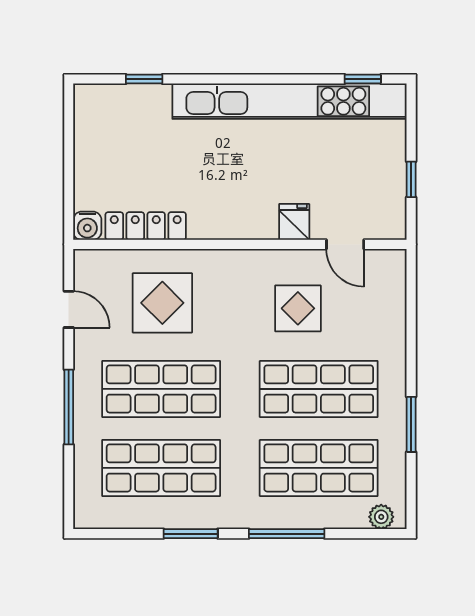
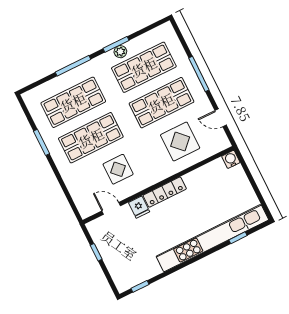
kitchen unit: (290, 101) -> (212, 238), moved
locker: (146, 226) -> (165, 192), moved
plant: (381, 517) -> (120, 52), moved

